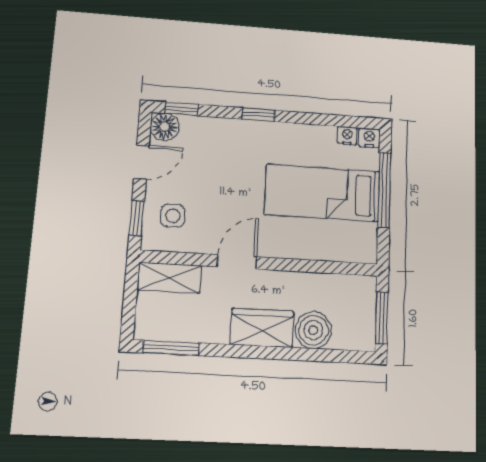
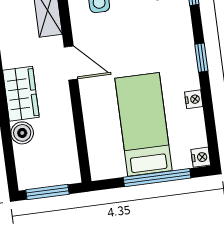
nightstand: (347, 136) -> (194, 99), moved
boiler: (313, 330) -> (22, 133), width x0.73, depth x0.73

